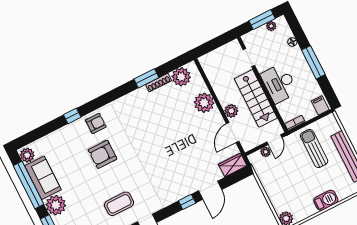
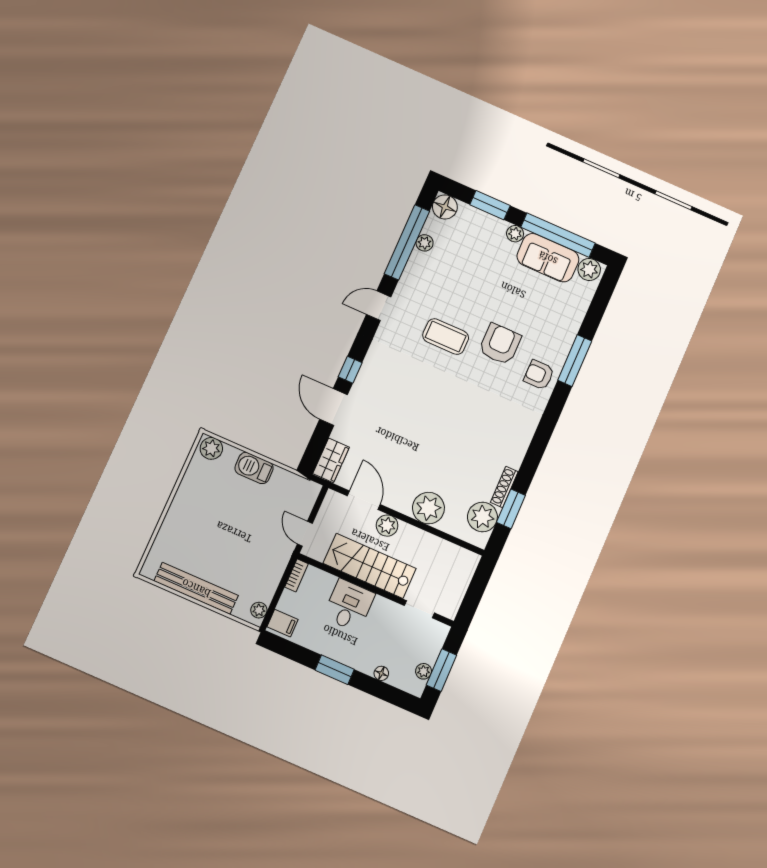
window: (313, 62) -> (335, 670), width x0.69
window: (146, 78) -> (511, 509), moved
desk: (279, 83) -> (349, 605), width x0.73
window: (72, 116) -> (575, 361), width x2.17
armchair: (96, 123) -> (539, 375), turned 90
sun lounger: (314, 148) -> (247, 563), removed
plant: (266, 152) -> (259, 610), moved
barbecue: (326, 200) -> (254, 468), moved, turned 90
coffee table: (119, 204) -> (446, 337), moved, turned 90
plant: (56, 205) -> (515, 234), width x0.53, depth x0.53

